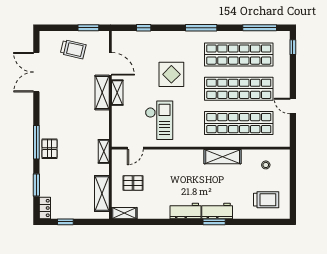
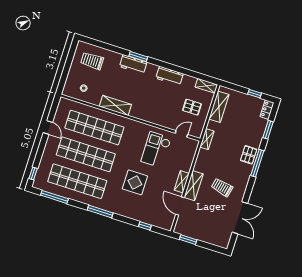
trolley: (73, 49) -> (222, 187), moved
workbench: (186, 211) -> (169, 76), moved

